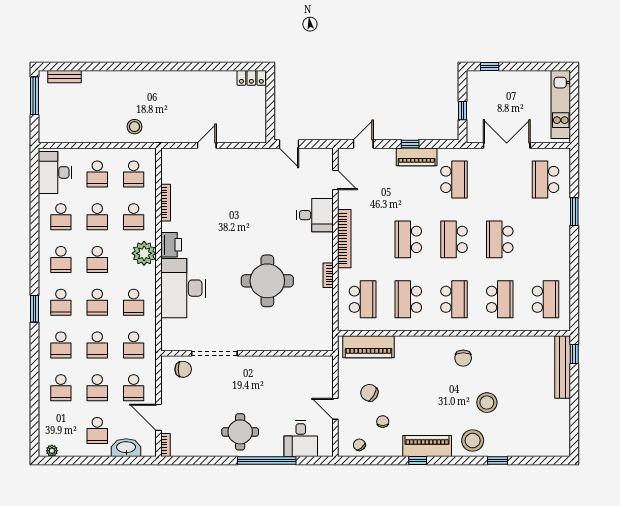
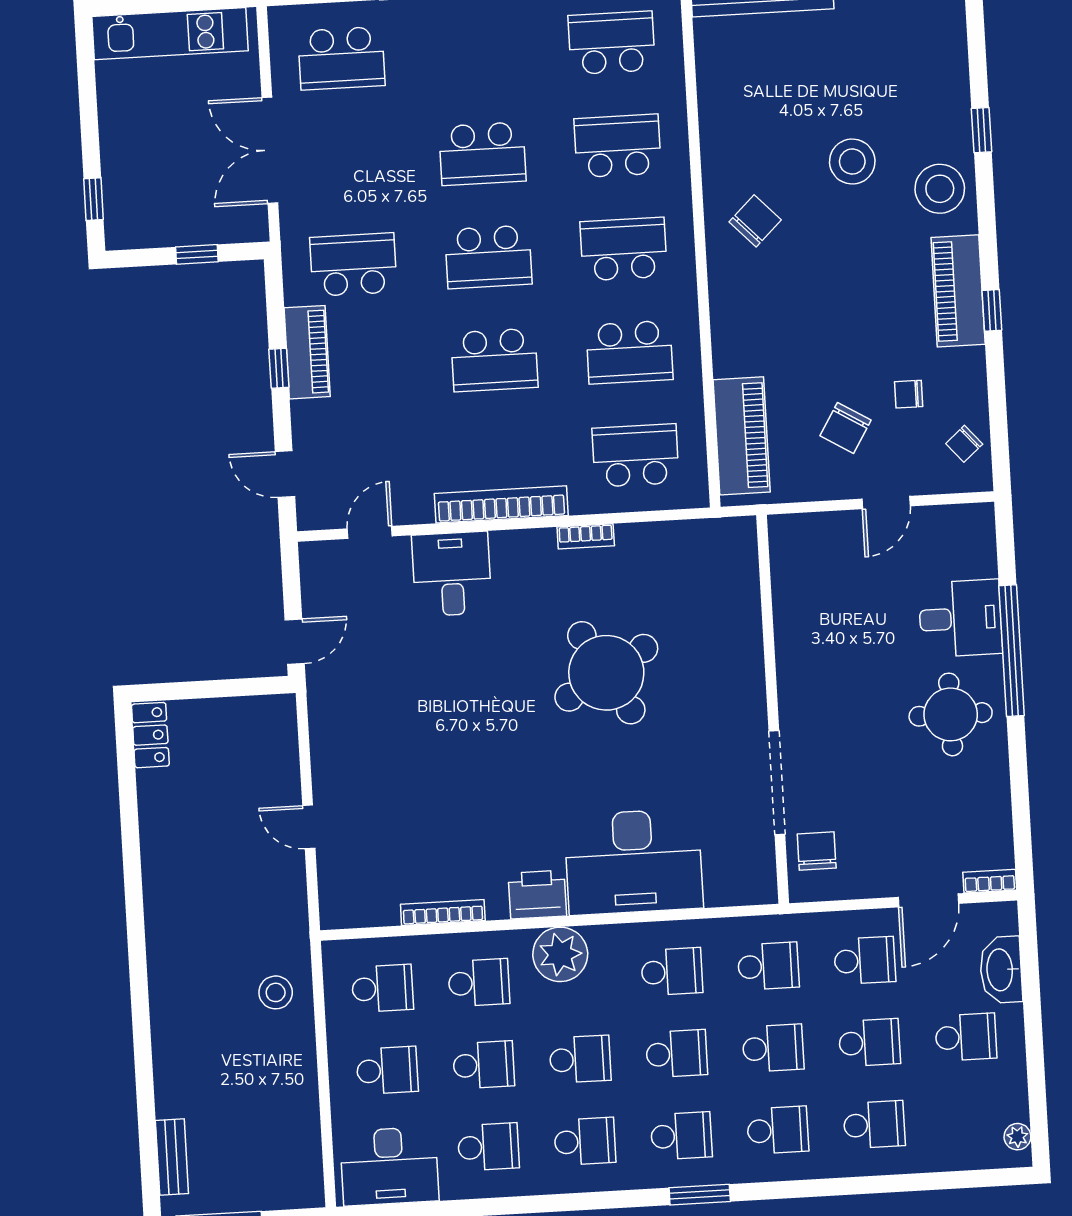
round table: (267, 281) -> (606, 673), turned -30
chair: (463, 358) -> (755, 221), turned -44
desk: (301, 439) -> (960, 618), moved

